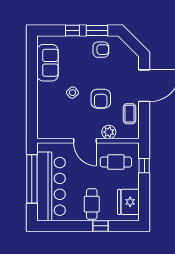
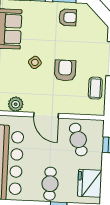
armchair: (101, 99) -> (65, 70), turned 180
plant: (109, 132) -> (16, 104), moved
cafe table: (116, 162) -> (78, 140), turned 72

